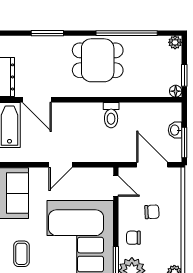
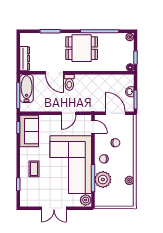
door: (37, 100) -> (54, 73), moved
toilet: (111, 115) -> (69, 82), moved
door: (61, 165) -> (69, 113), moved

